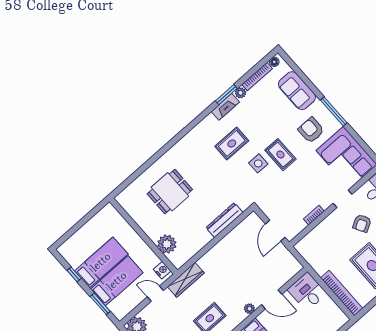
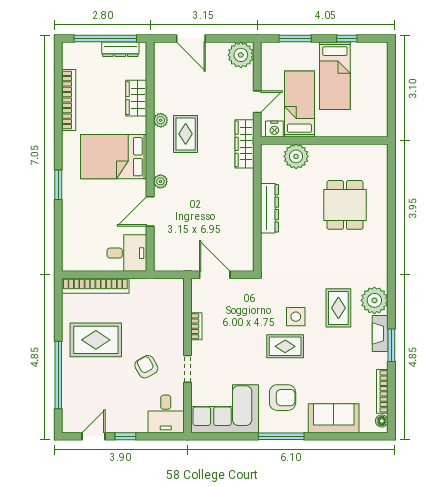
plant: (241, 93) -> (374, 300), moved, width x1.88, depth x1.88
dresser: (224, 220) -> (269, 208), moved
bed: (117, 281) -> (299, 104), moved, turned 180

